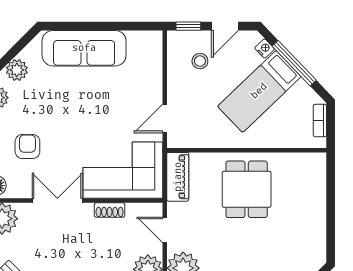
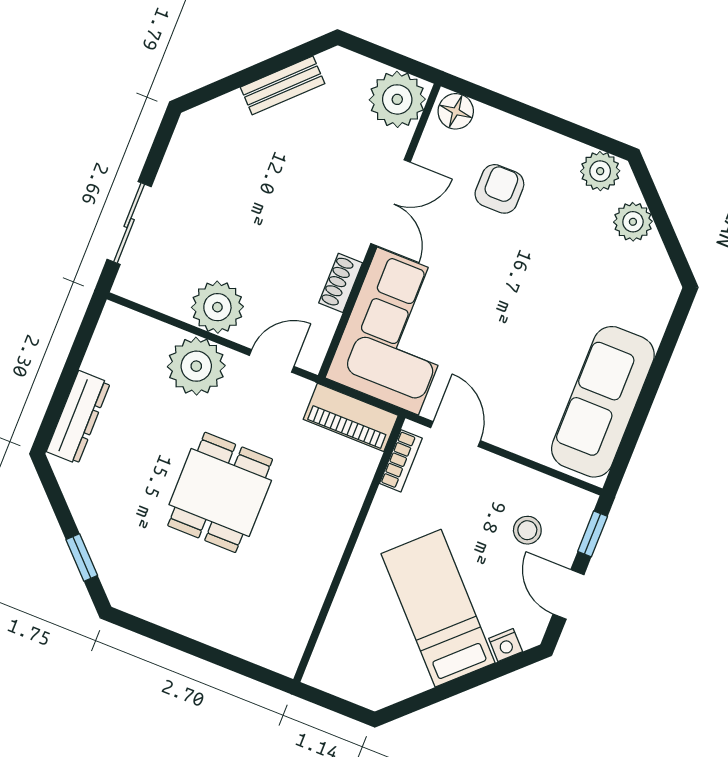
sofa: (84, 48) -> (603, 402), moved
window: (294, 63) -> (462, 684), removed
bookcase: (320, 121) -> (401, 461), moved, turned 90
armchair: (27, 147) -> (499, 189), turned -90
dining table: (247, 189) -> (220, 492), moved, turned 90

